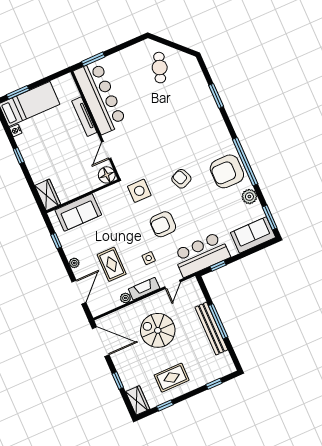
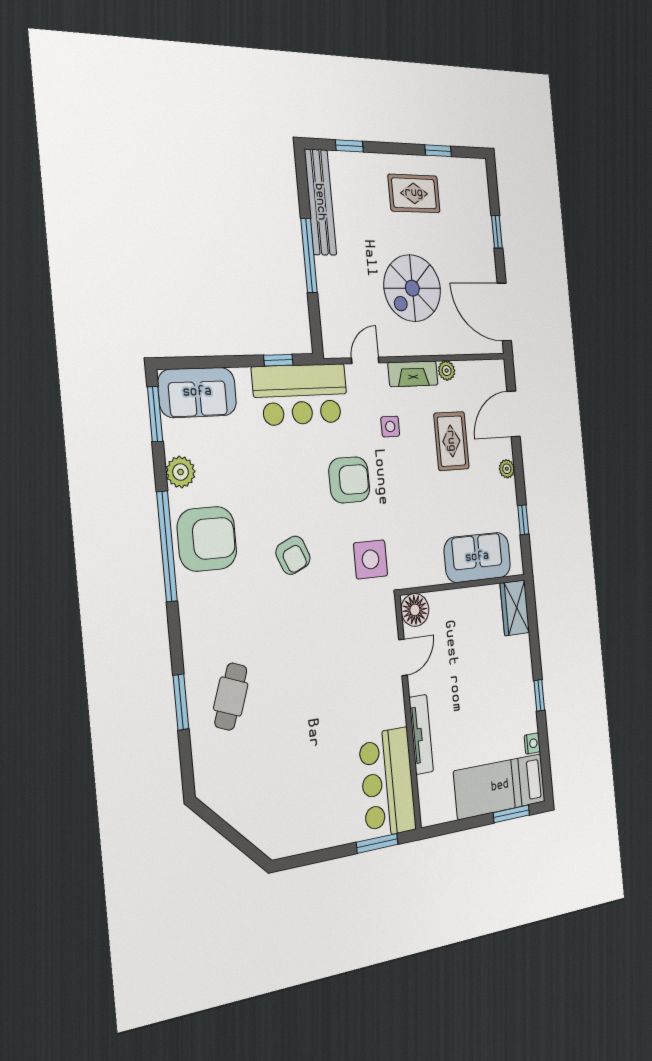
cafe table: (160, 68) -> (231, 697), moved
bar counter: (100, 97) -> (388, 783), width x0.73
bench: (211, 329) -> (320, 202), moved
spiral stairs: (158, 330) -> (412, 288), turned 90
wardrobe: (138, 400) -> (477, 182), removed

